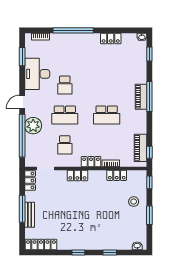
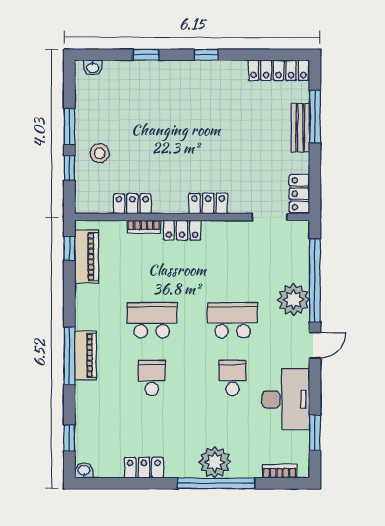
plant: (74, 41) -> (215, 462), added
school desk: (65, 145) -> (152, 378), moved
window: (149, 182) -> (69, 168), moved
window: (22, 209) -> (315, 117), moved

